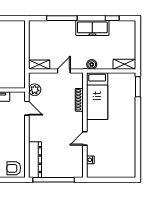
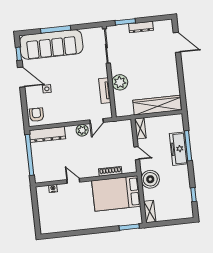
freezer: (92, 28) -> (179, 149), moved
wardrobe: (17, 45) -> (157, 105), added
boiler: (92, 64) -> (150, 179), width x1.86, depth x1.86
plant: (35, 90) -> (82, 130), moved
bed: (97, 96) -> (116, 193), width x1.50

